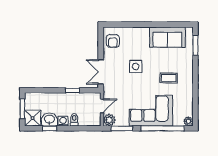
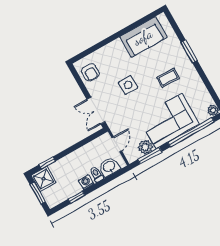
window: (195, 45) -> (189, 51), moved
window: (72, 90) -> (47, 163), moved
shower: (33, 118) -> (43, 179), moved
washbasin: (49, 119) -> (109, 167), moved
plant: (109, 120) -> (145, 147), moved

